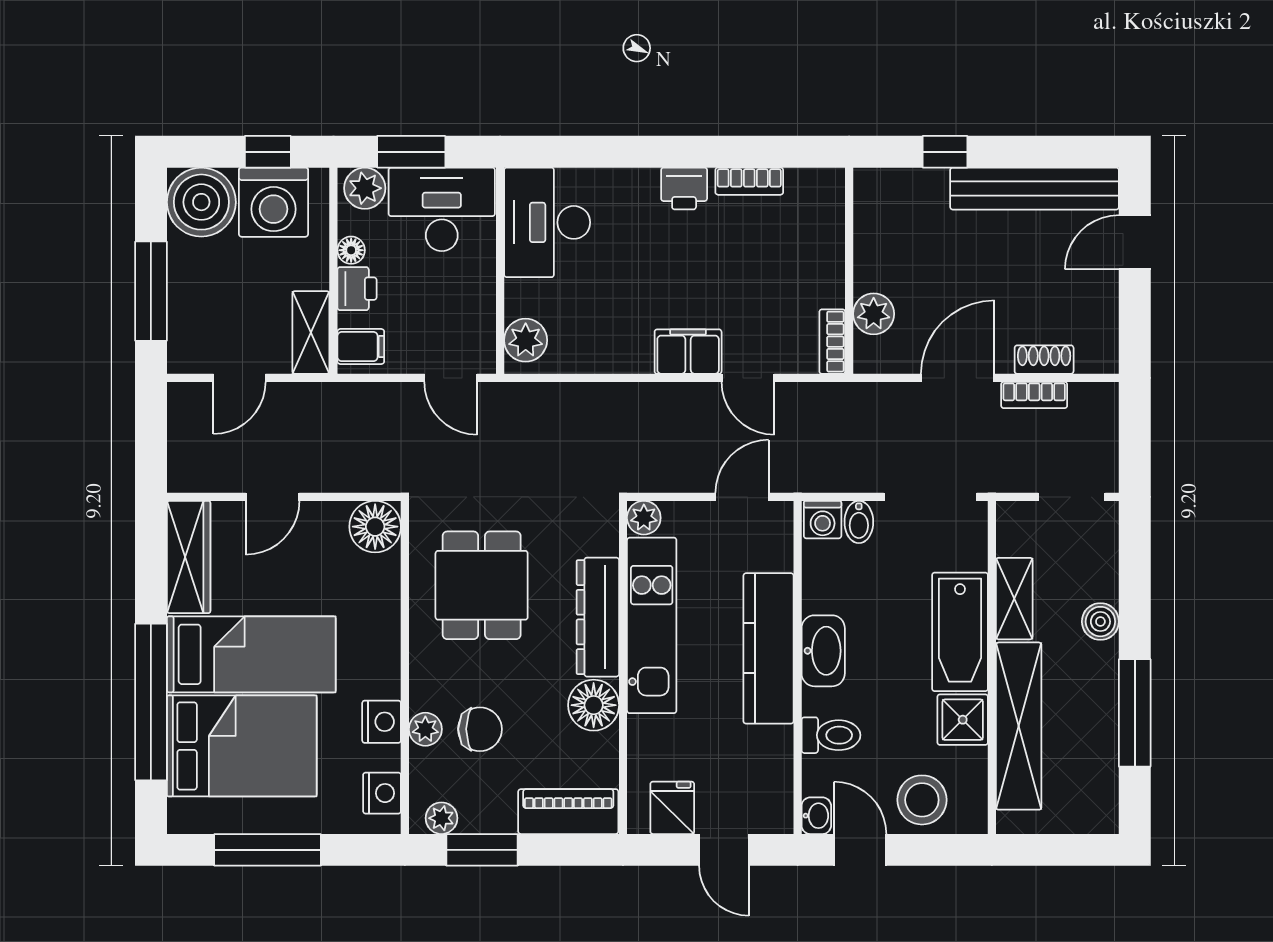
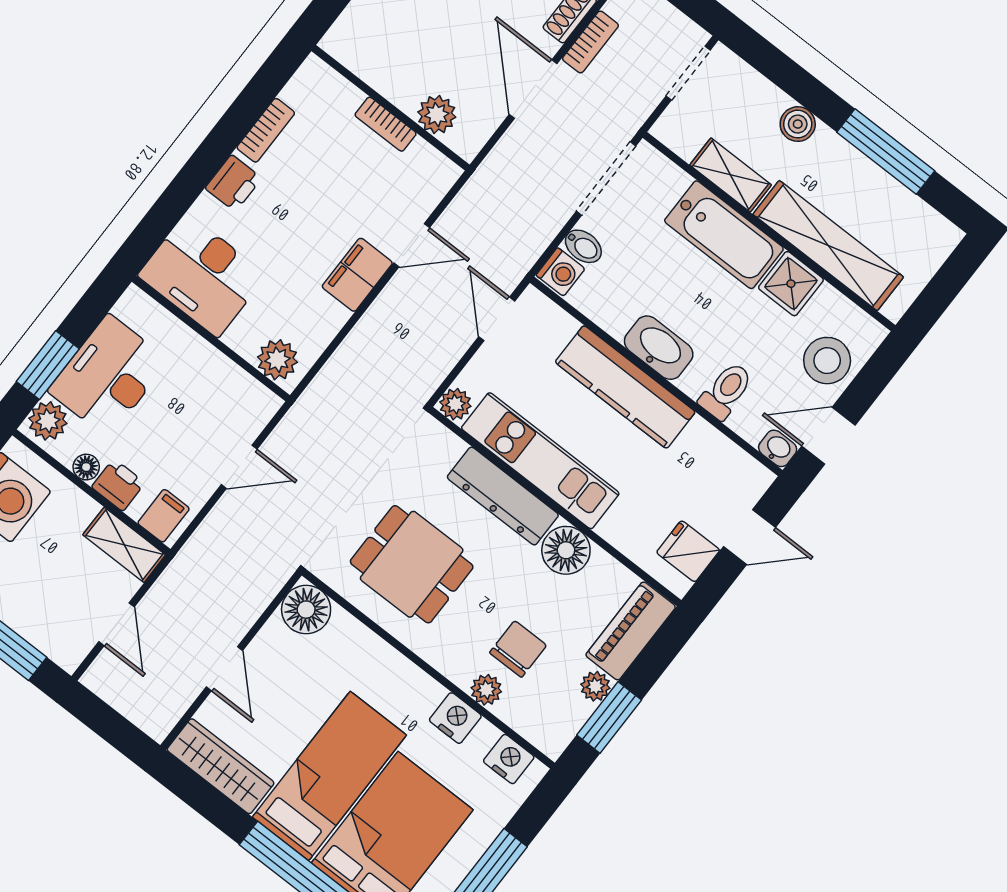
desk: (547, 222) -> (202, 275), moved
wall: (500, 271) -> (211, 338), moved
plant: (526, 340) -> (277, 360), moved
bookcase: (832, 342) -> (386, 124), moved
plant: (441, 818) -> (595, 686), moved

